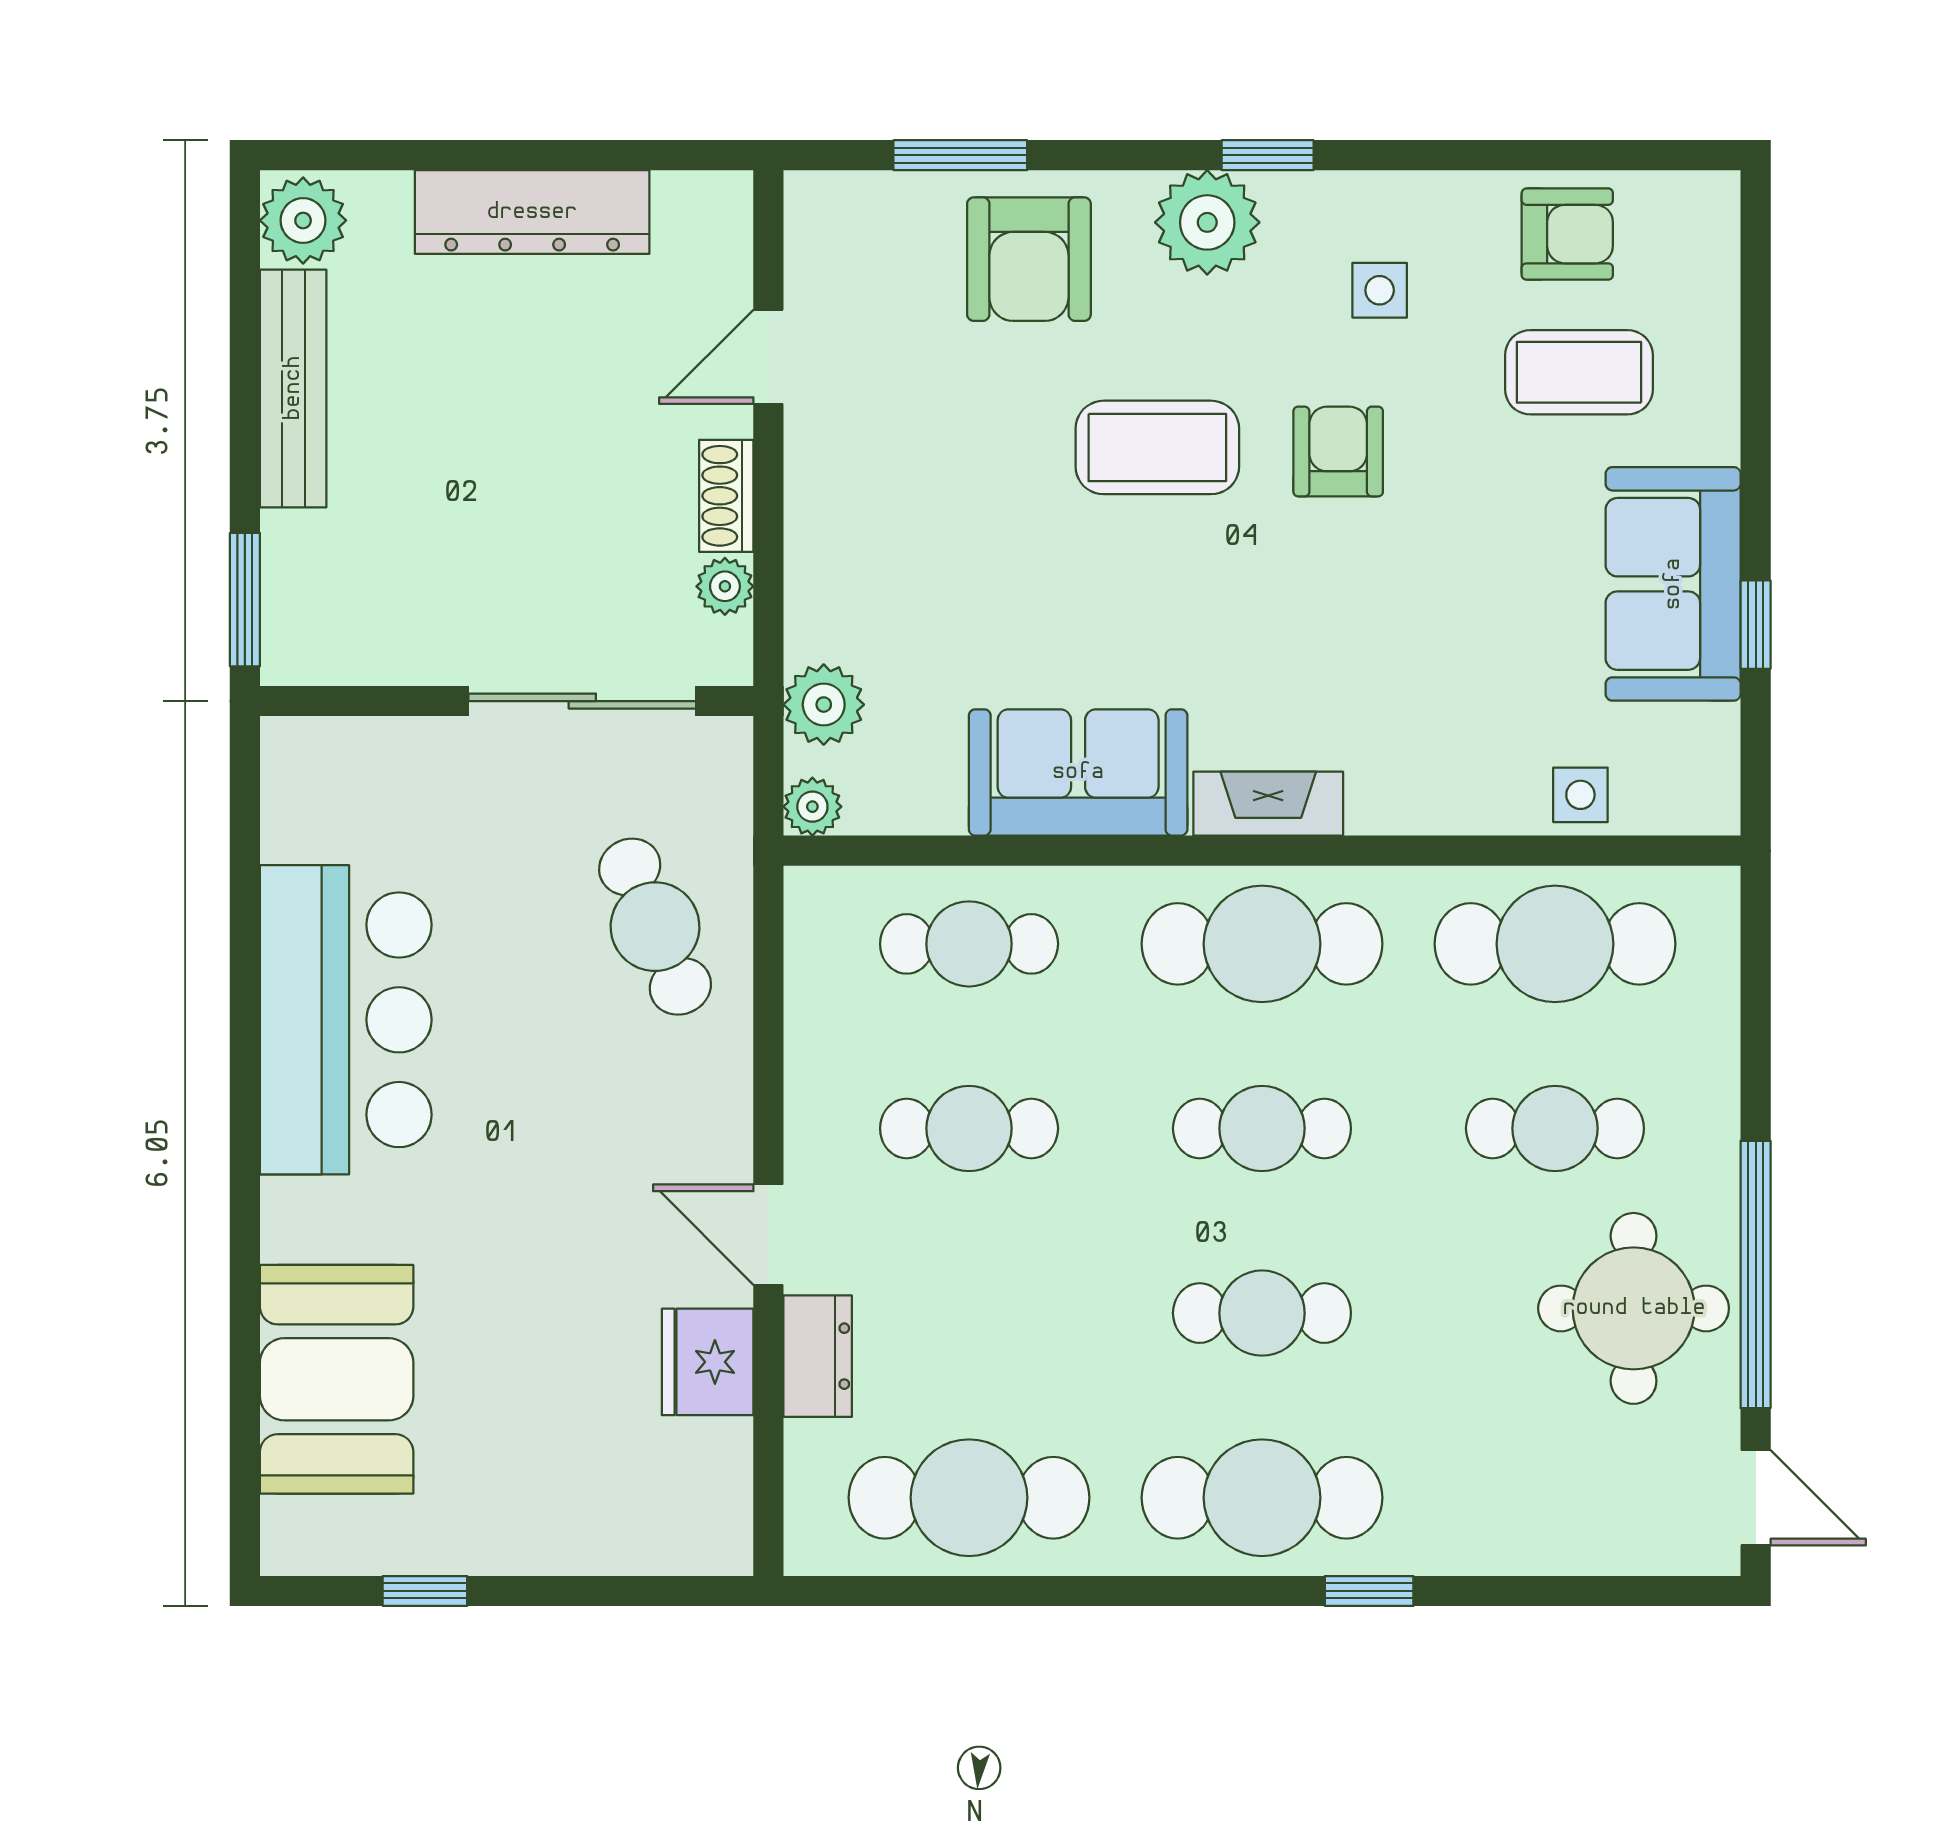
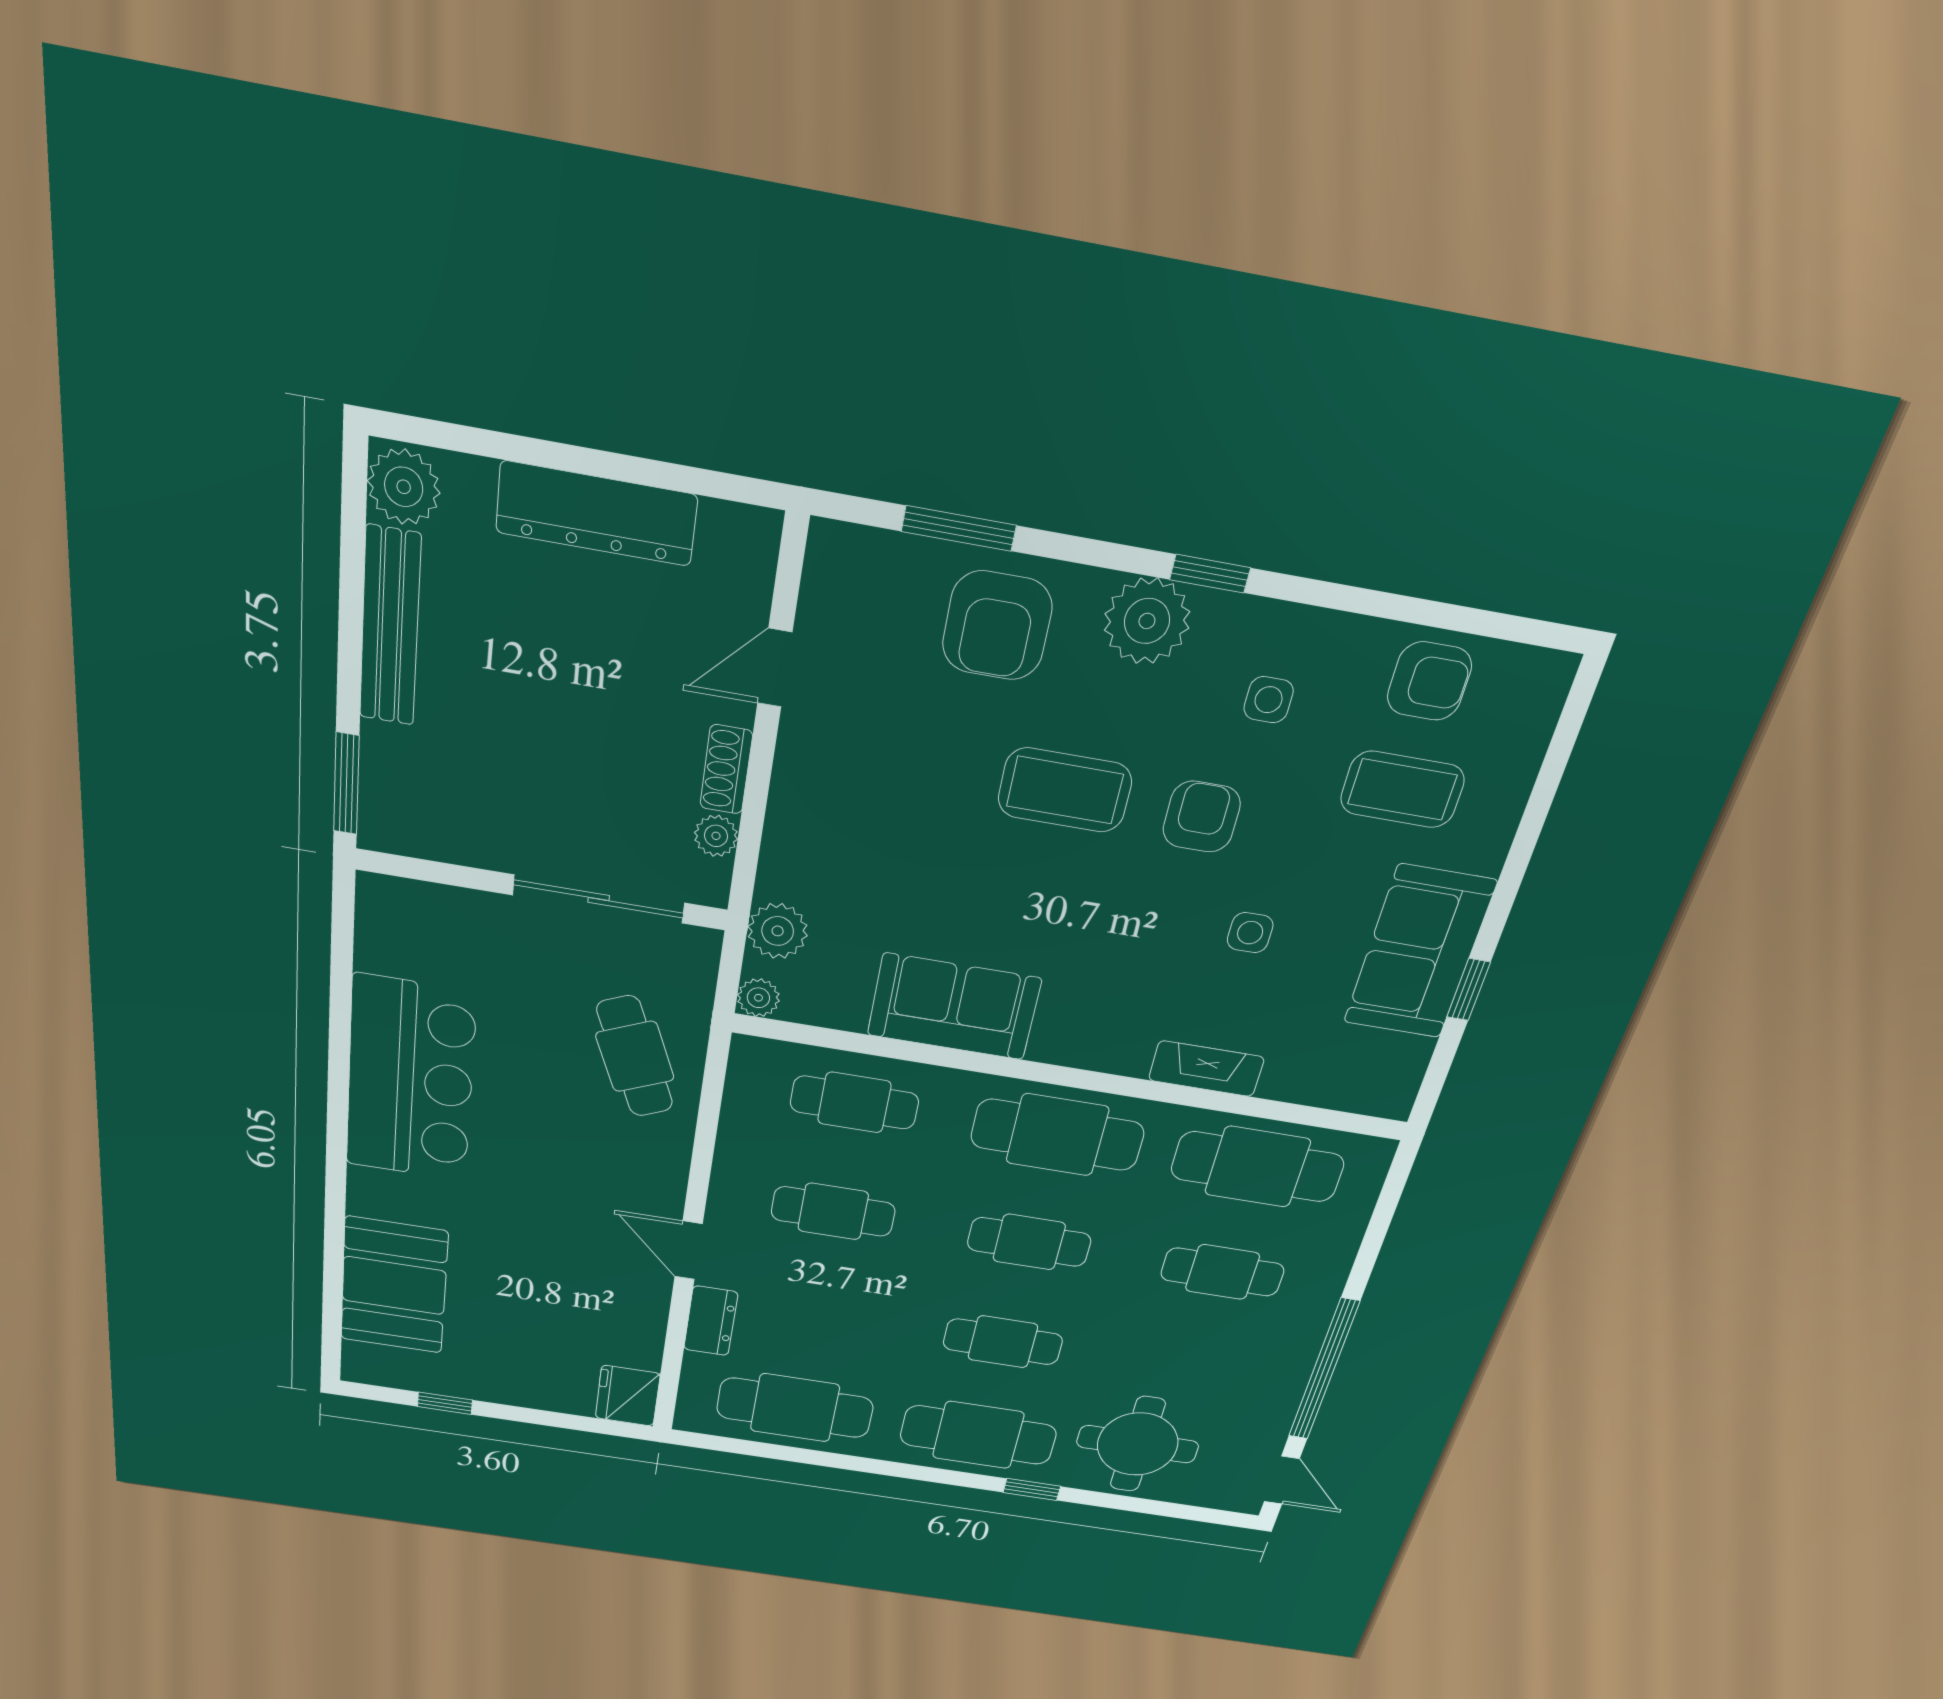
side table: (1580, 795) -> (1250, 933), moved
fireplace: (1268, 804) -> (1206, 1069), moved
round table: (1634, 1308) -> (1138, 1444), moved
fridge: (708, 1362) -> (628, 1396), moved

